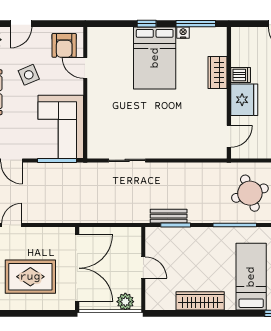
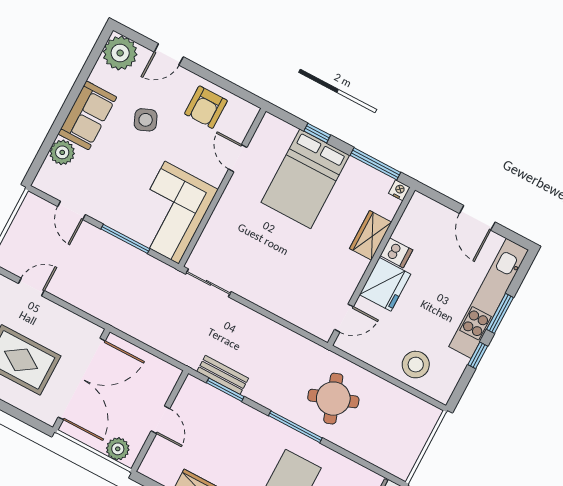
nightstand: (183, 33) -> (399, 190), moved
door: (85, 68) -> (238, 158), moved
wall: (85, 93) -> (222, 187), moved
corner sofa: (61, 127) -> (172, 213), moved

